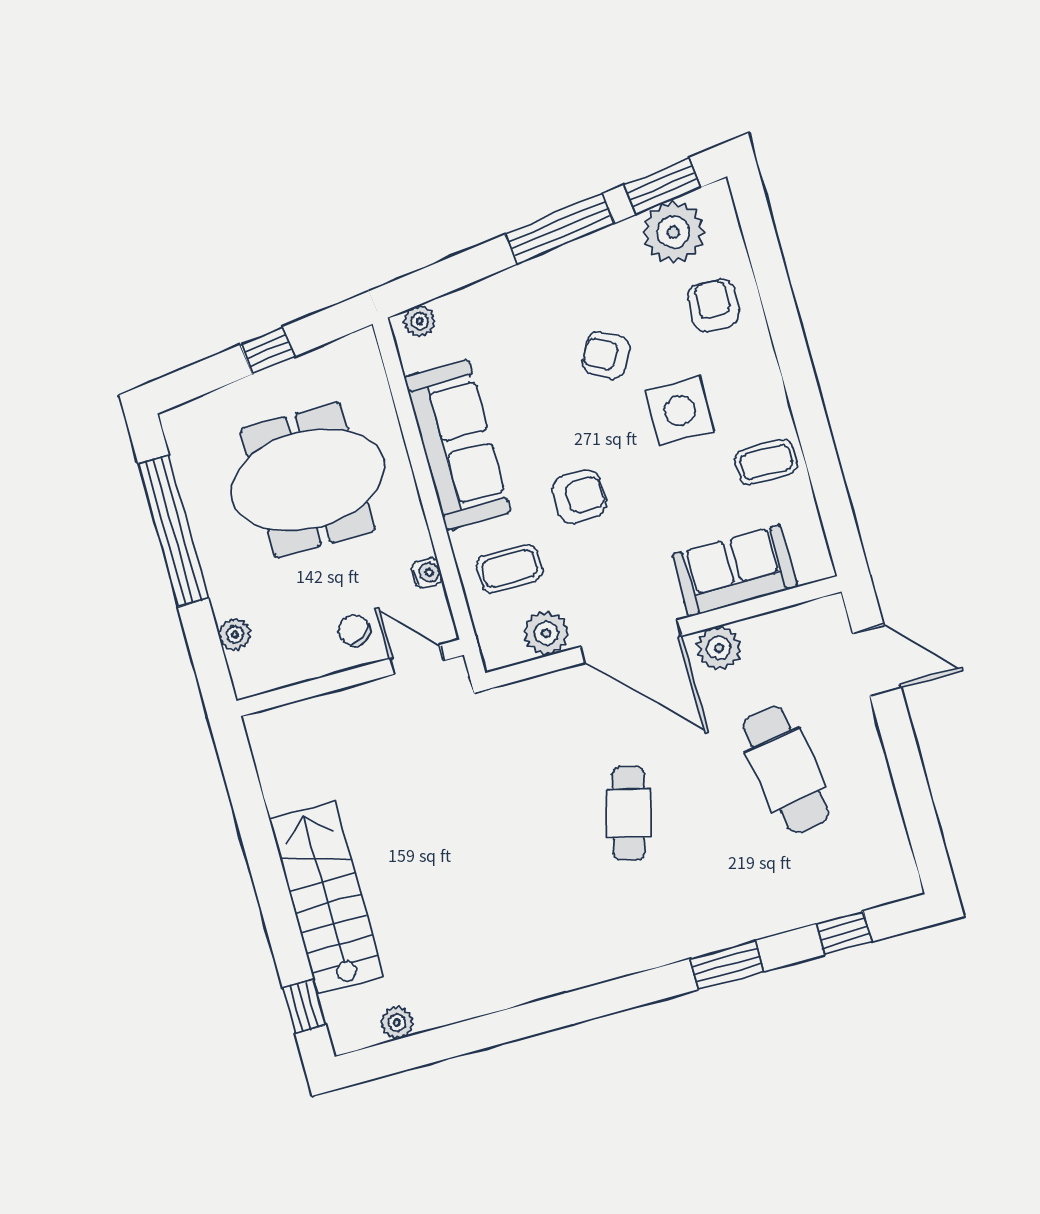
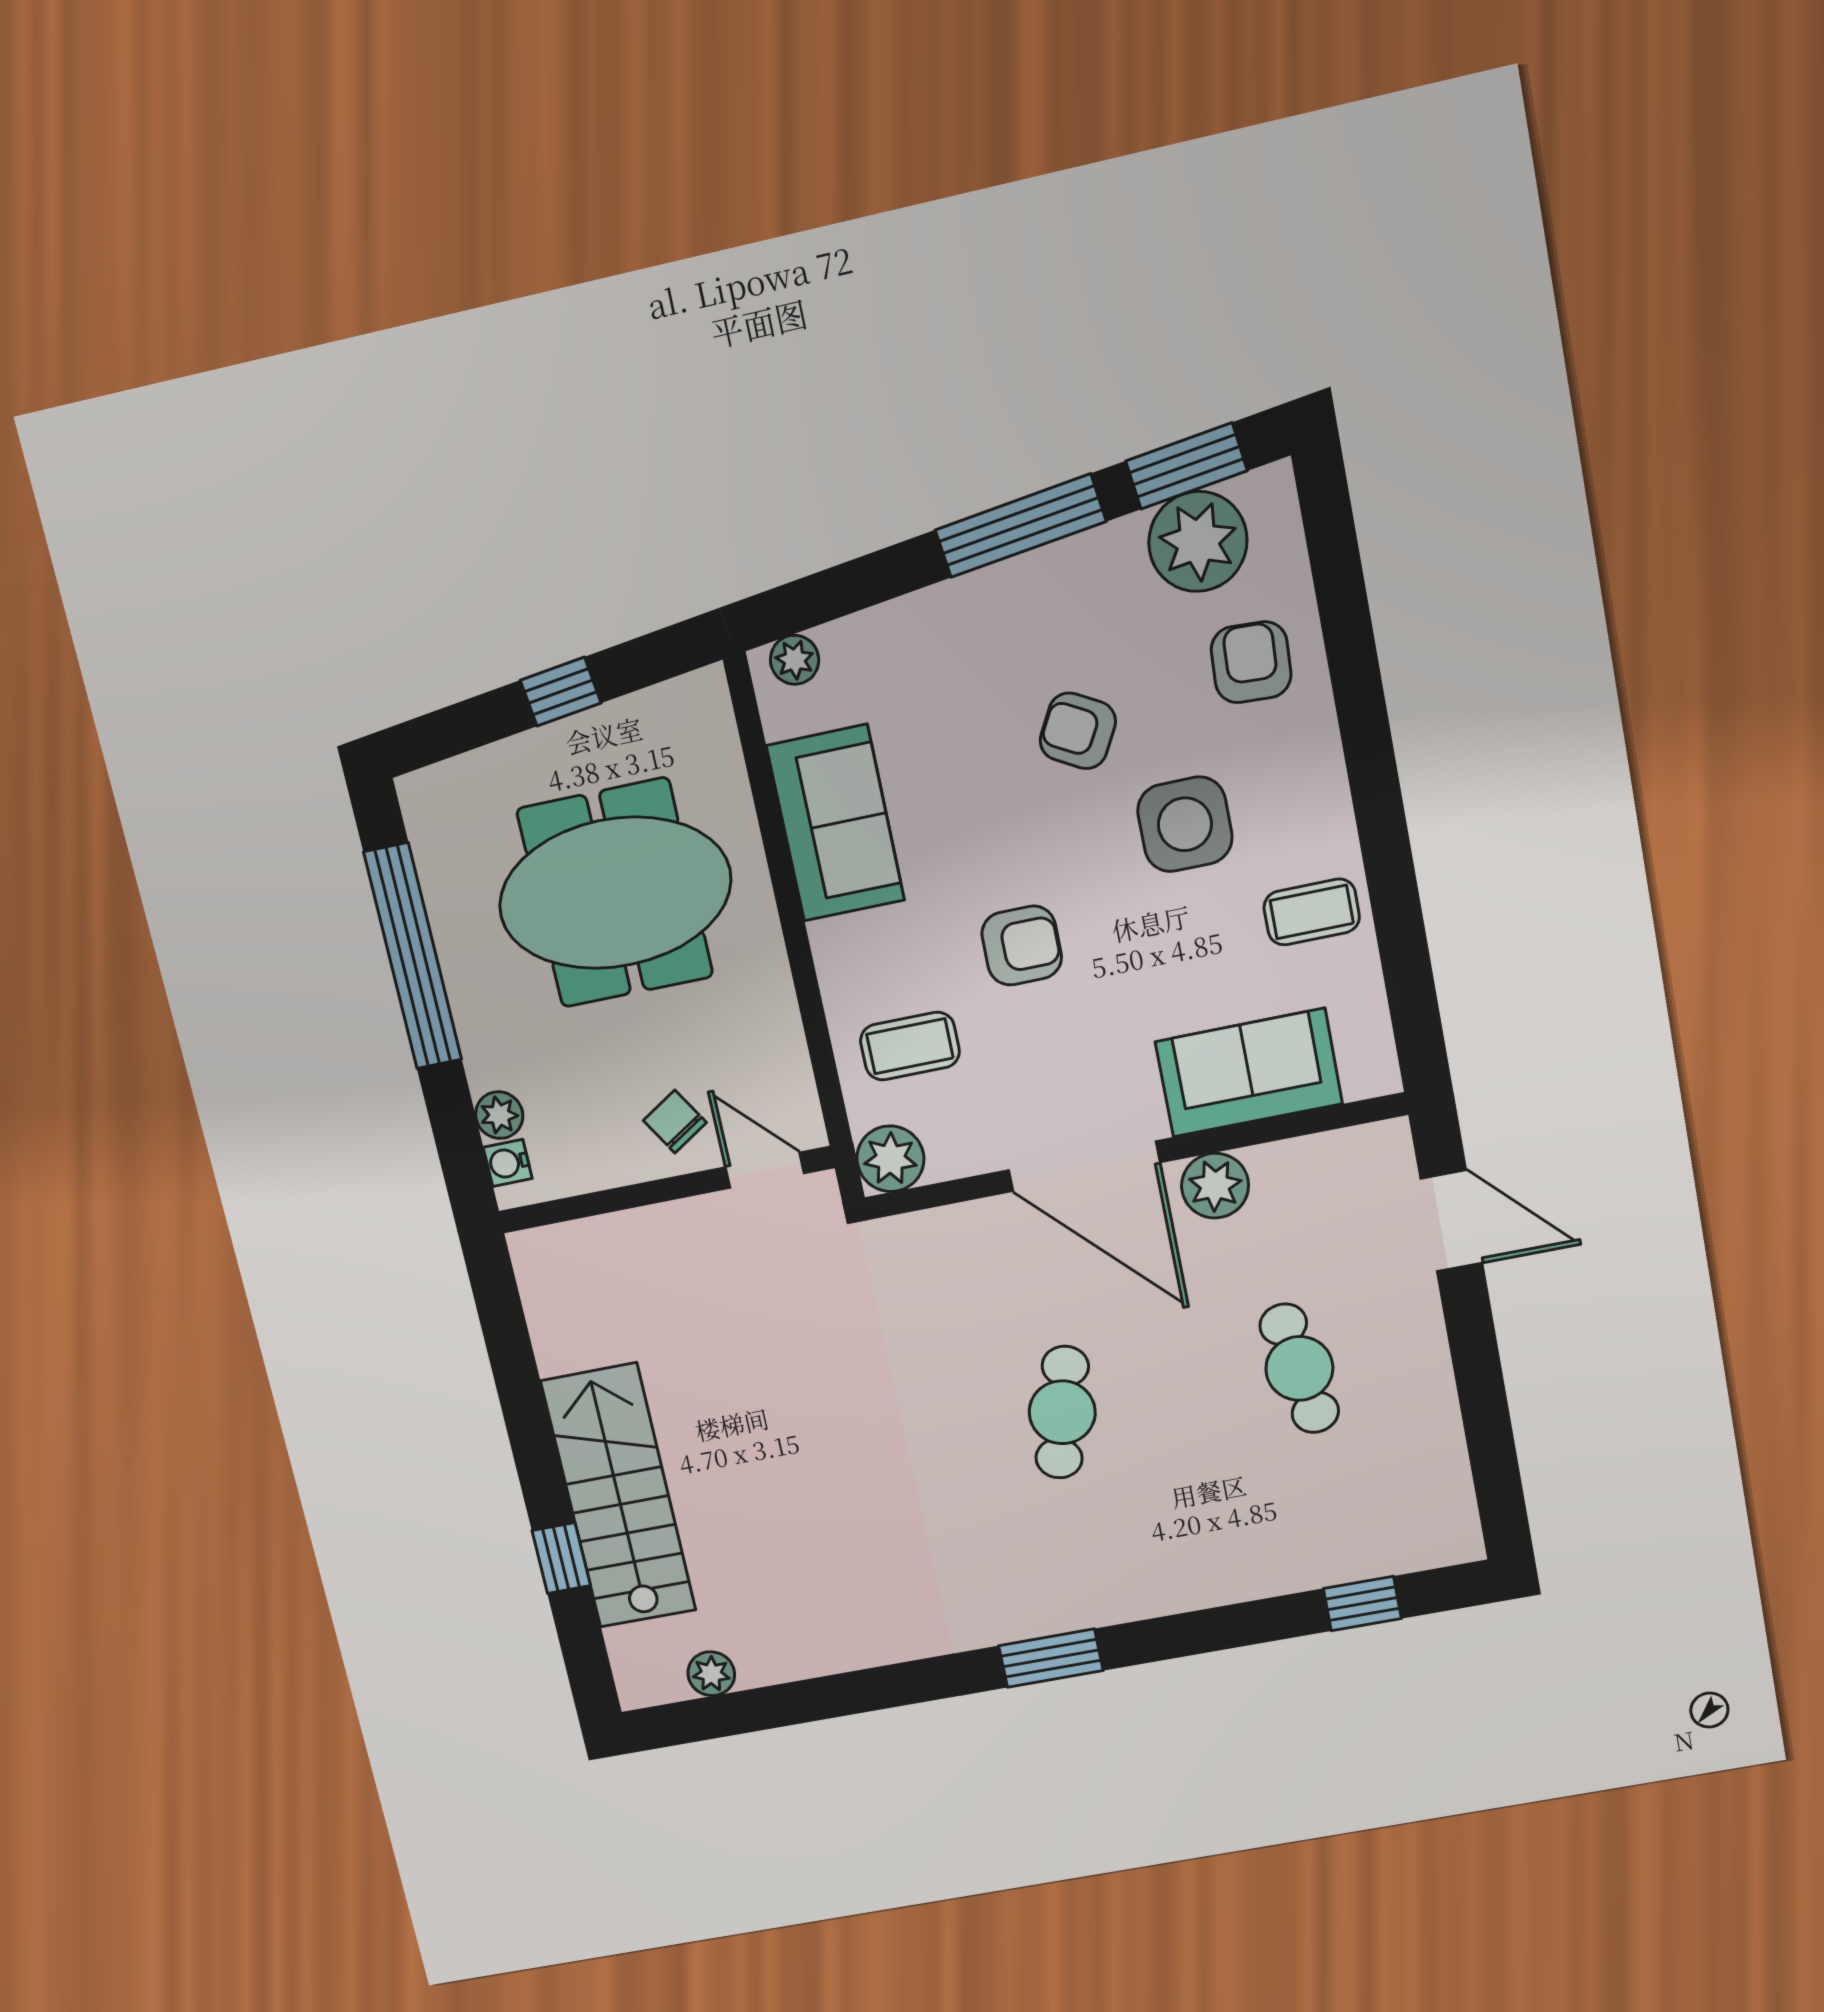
sofa: (457, 445) -> (836, 823), width x0.73
water cooler: (427, 573) -> (508, 1163), moved, turned 180
plant: (546, 633) -> (890, 1159), moved
cafe table: (786, 770) -> (1299, 1368), width x0.73, depth x0.74
window: (727, 965) -> (1051, 1658), moved
window: (304, 1006) -> (561, 1558), moved

